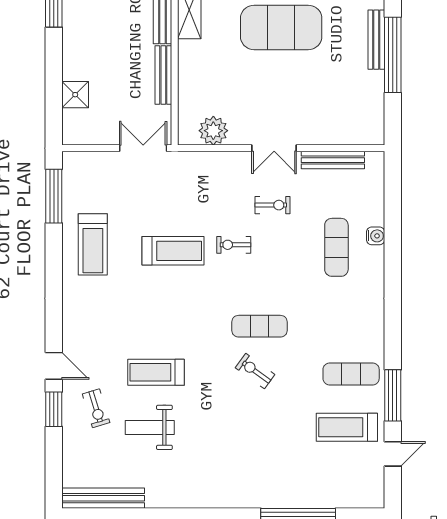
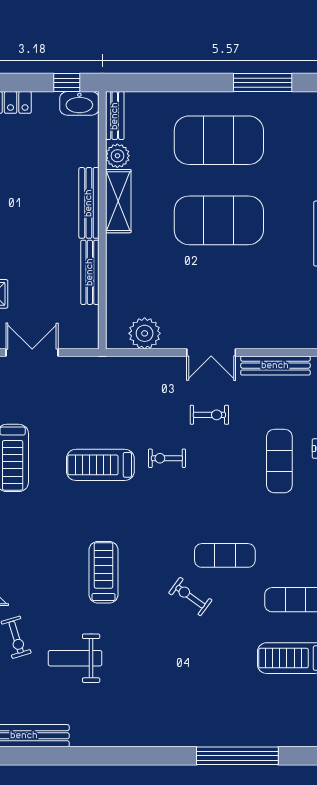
double door: (143, 148) -> (32, 353), moved
treadmill: (173, 251) -> (100, 465), turned 180
exercise mat: (259, 326) -> (225, 555), moved
treadmill: (156, 372) -> (104, 572), moved, turned 90

